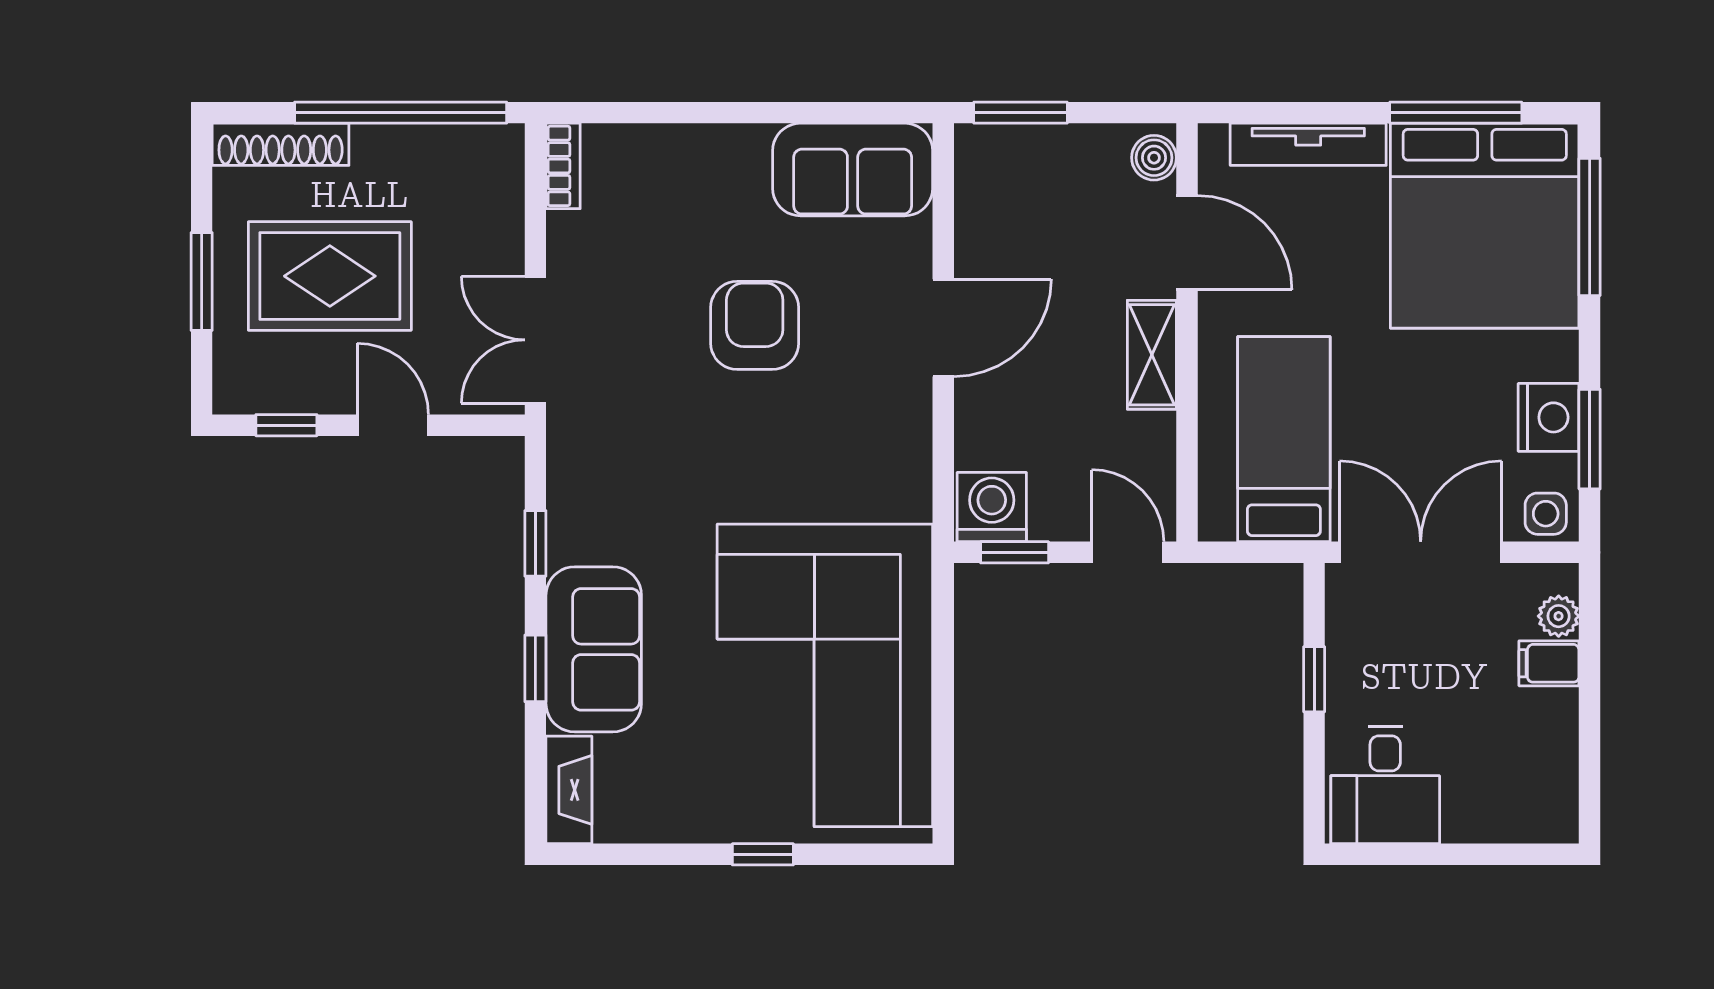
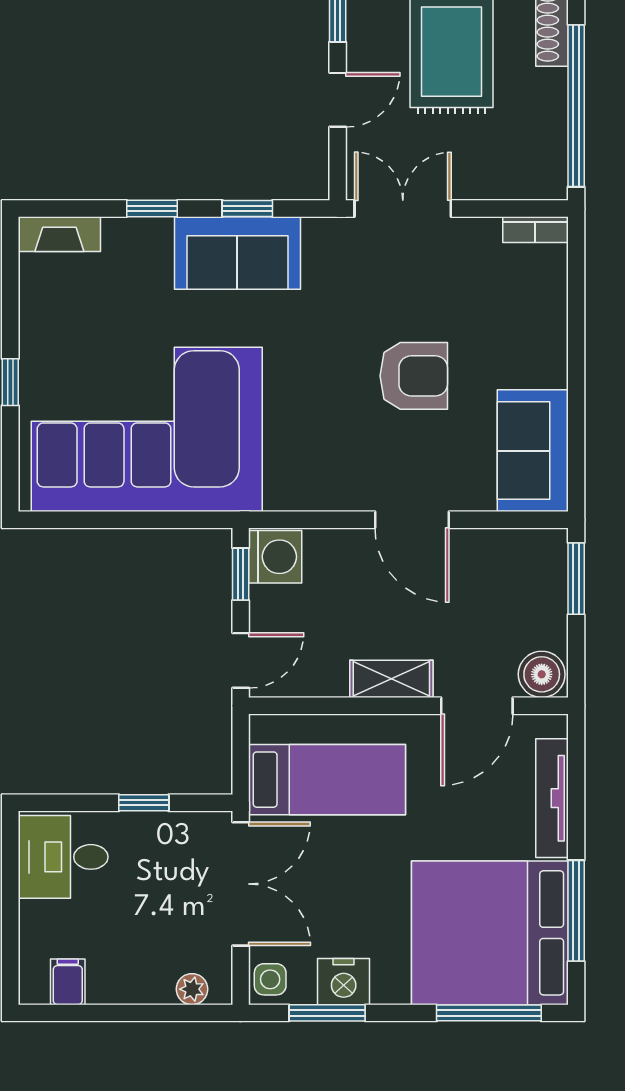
boiler: (1154, 158) -> (542, 674), width x1.36, depth x1.36
sofa: (594, 649) -> (237, 253), moved
filing cabinet: (1549, 663) -> (68, 982), moved

